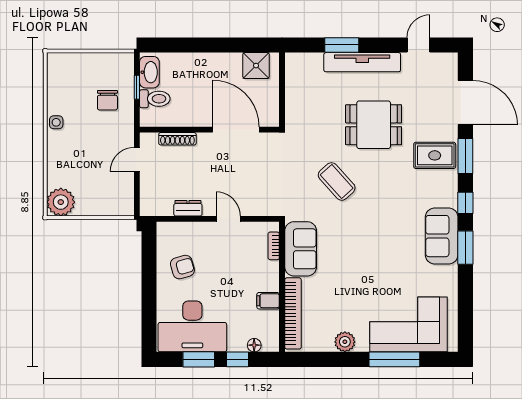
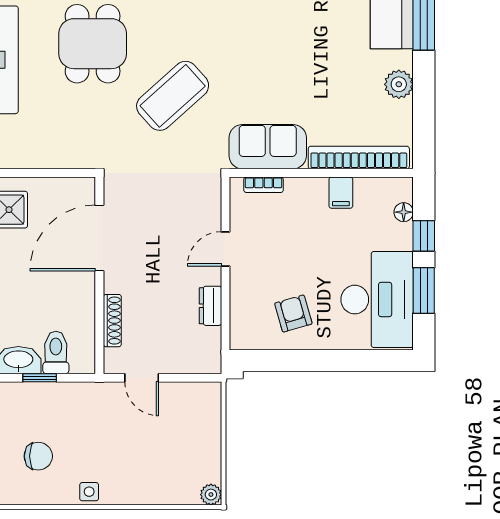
chair: (107, 100) -> (38, 456), moved
coffee table: (337, 181) -> (173, 96), width x1.36, depth x1.32
plant: (61, 202) -> (211, 495), width x0.53, depth x0.53

